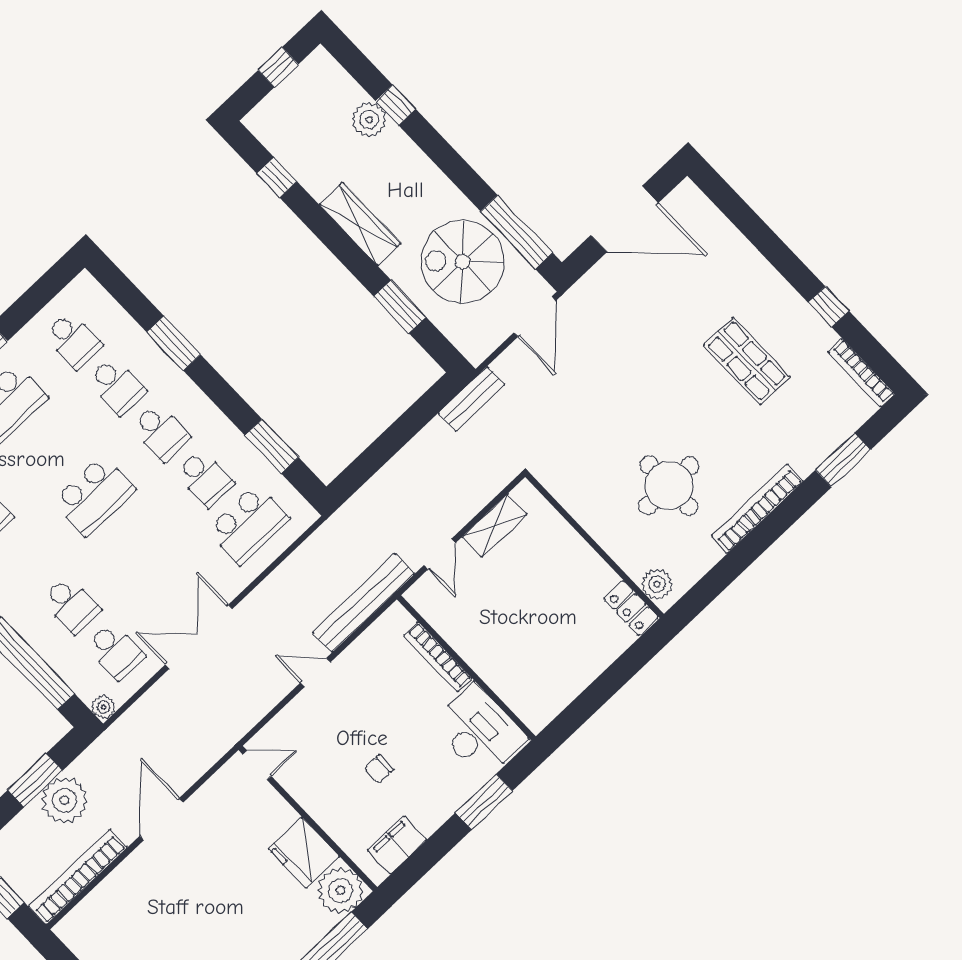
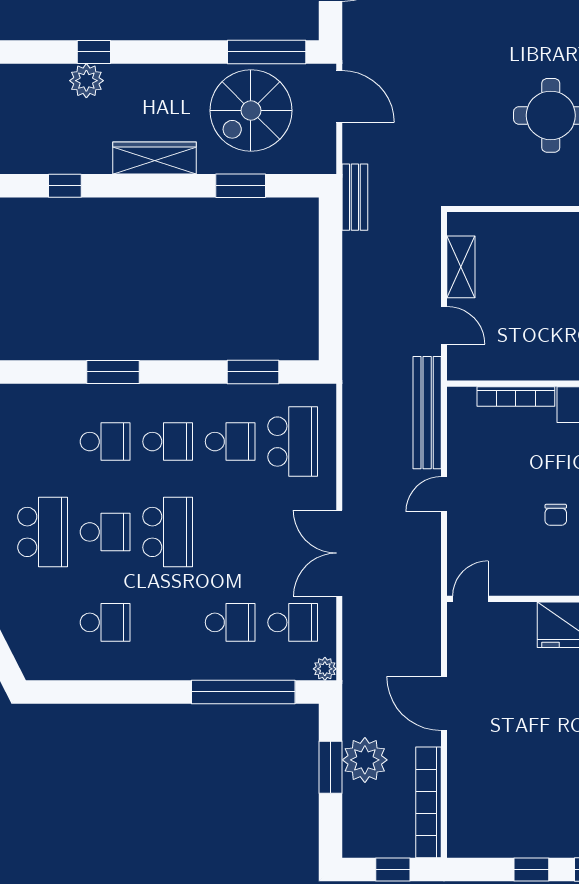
school desk: (73, 340) -> (105, 532), moved

